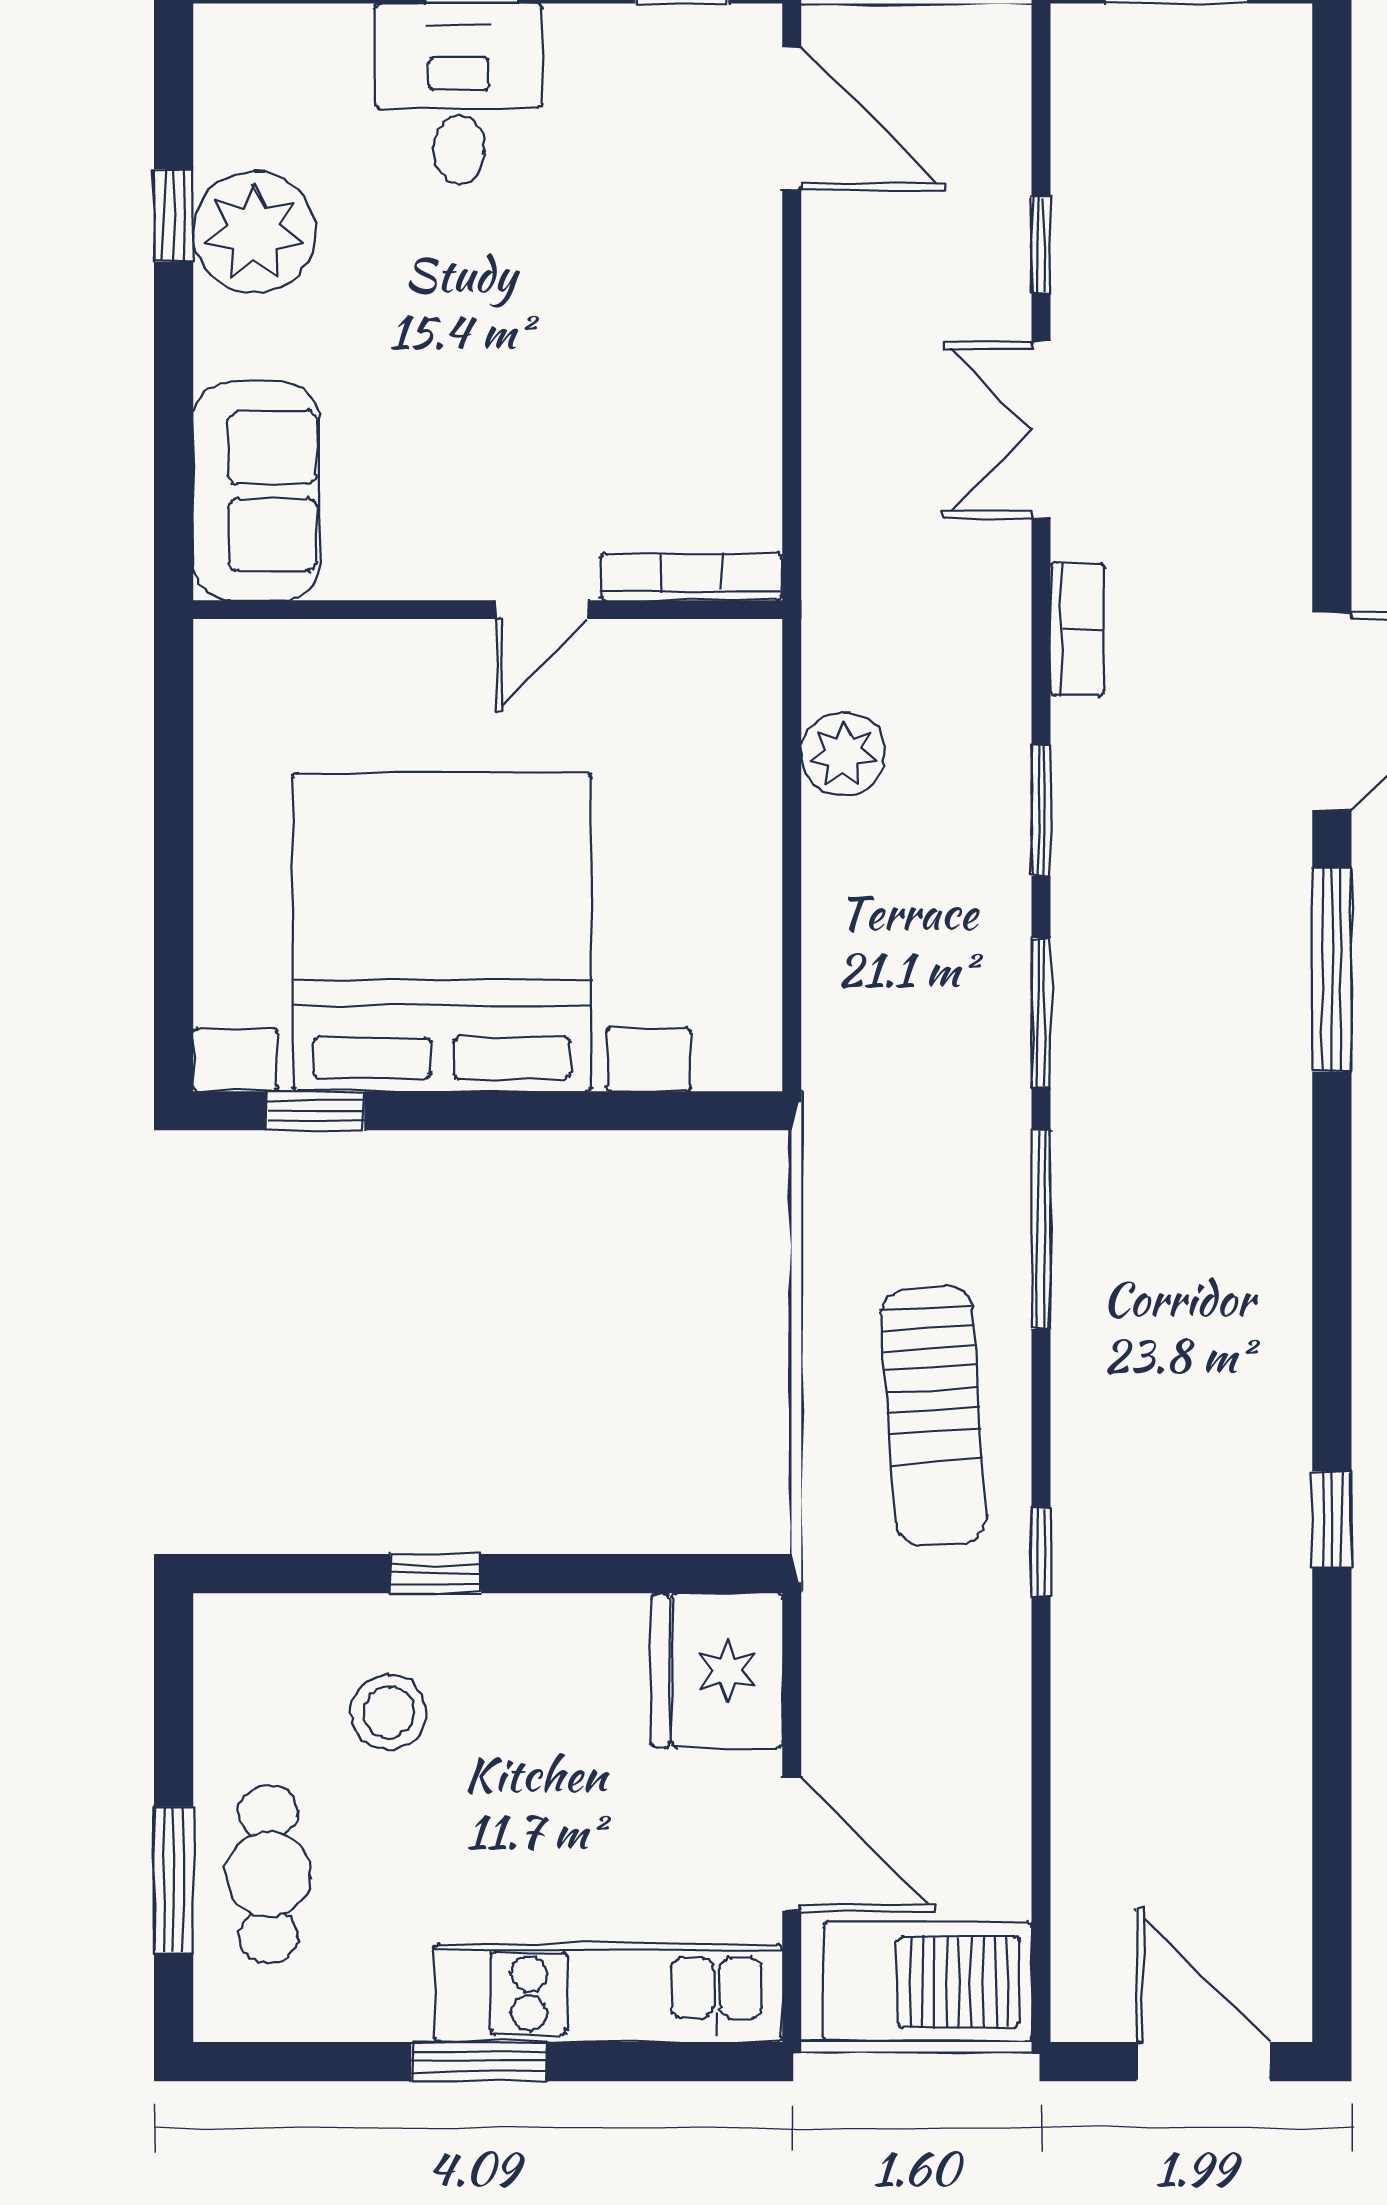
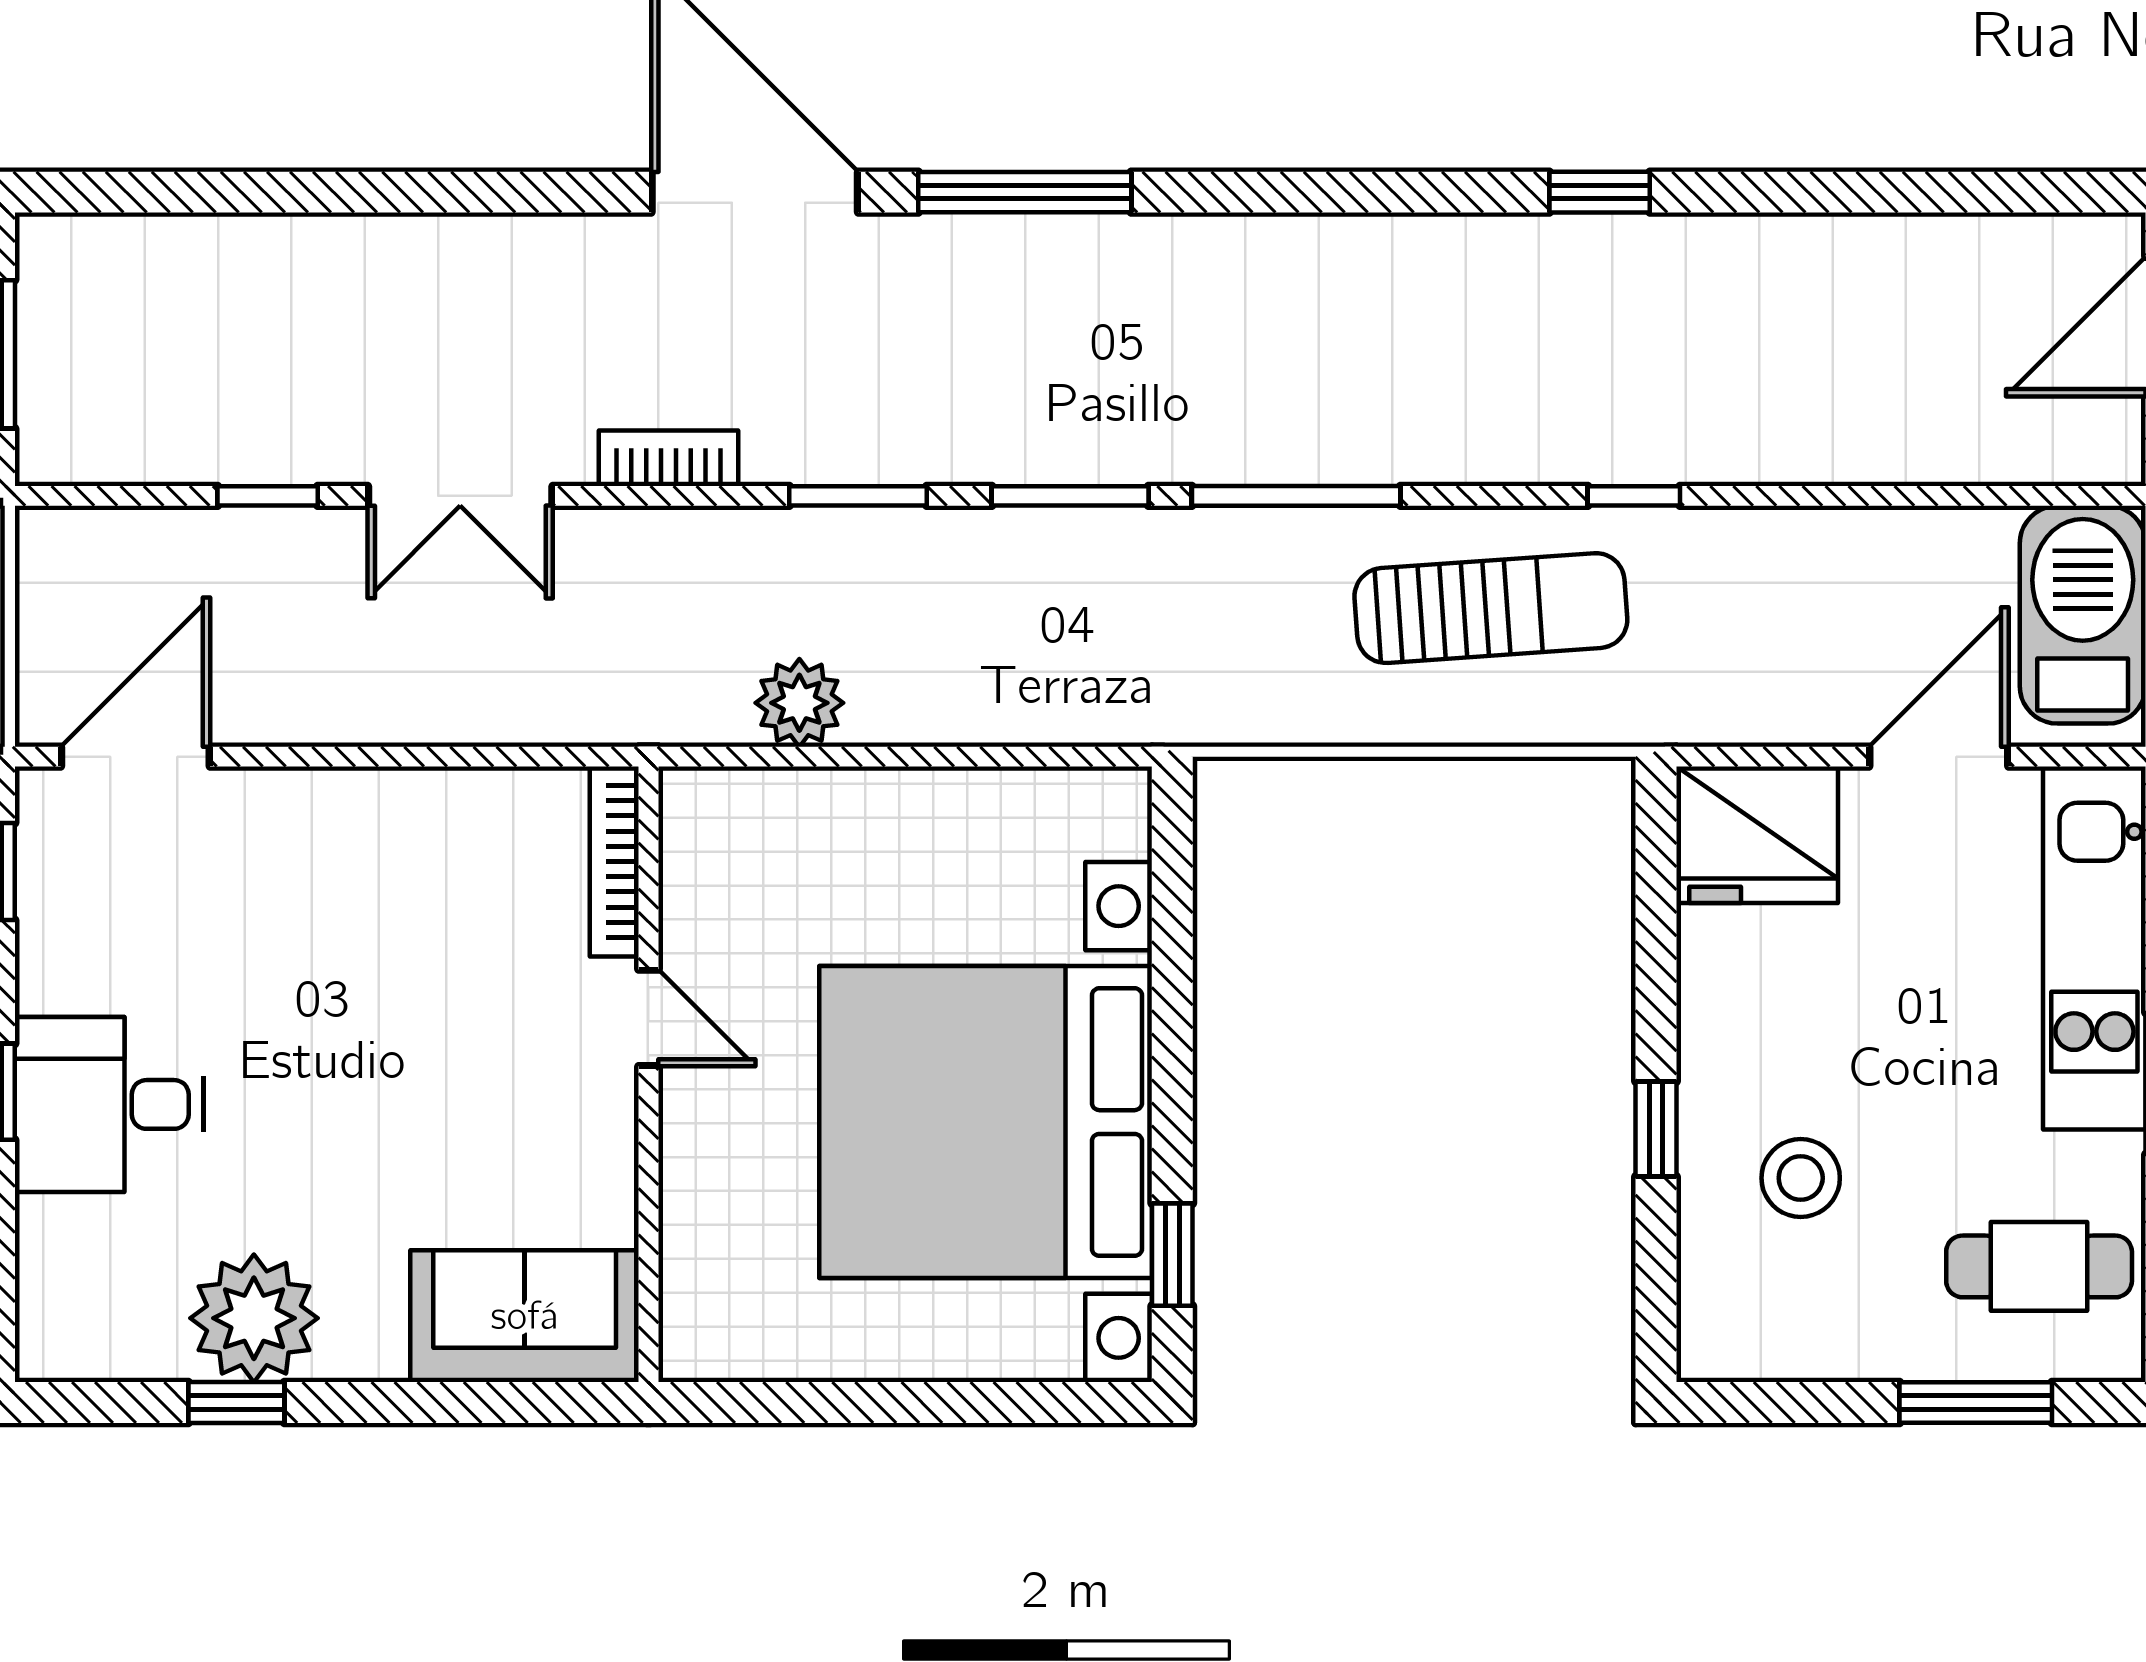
cafe table: (268, 1874) -> (2039, 1266), moved

